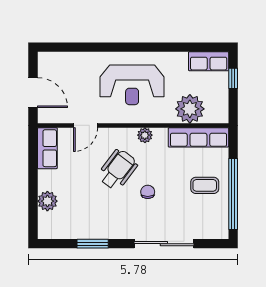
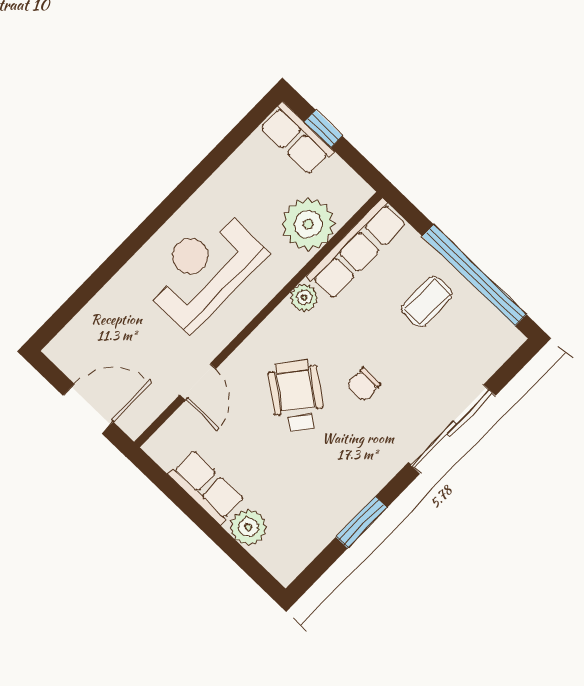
row of seats: (209, 61) -> (297, 139), moved, turned 90
reception desk: (132, 85) -> (204, 269), turned 180
plant: (145, 135) -> (304, 298), moved
row of seats: (47, 148) -> (206, 487), moved
chair: (148, 192) -> (363, 385), turned -90

